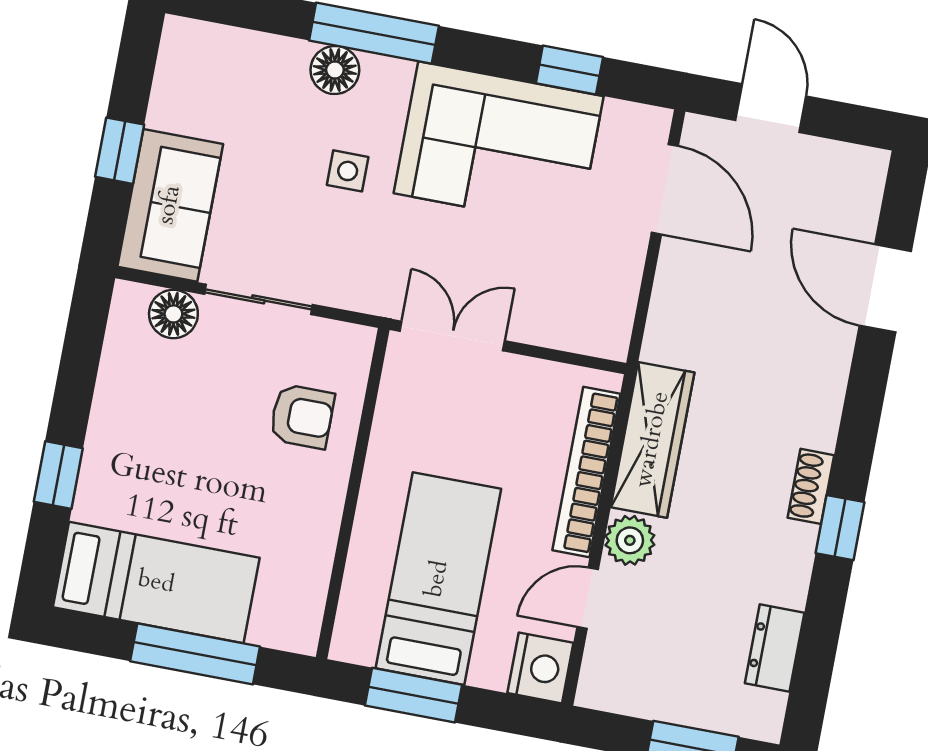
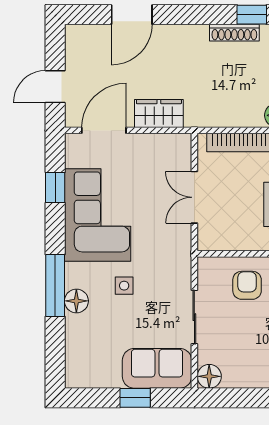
floor lamp: (173, 314) -> (209, 376), moved
double door: (452, 336) -> (194, 197), moved
wardrobe: (653, 440) -> (159, 113), moved, width x0.67
shoe rack: (811, 486) -> (234, 33), width x1.43

